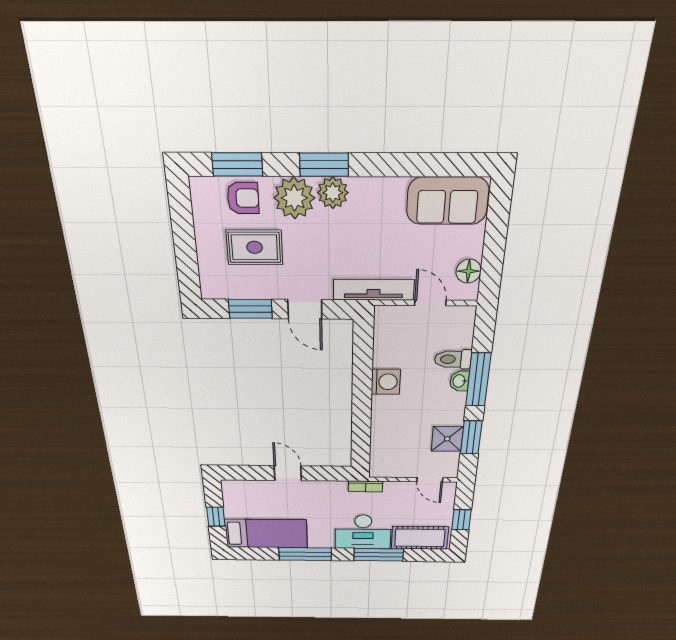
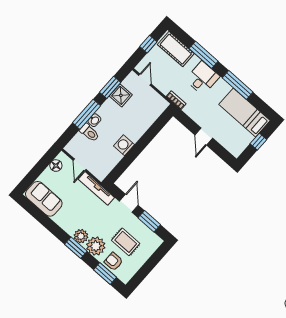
desk: (363, 532) -> (202, 78), width x0.73

